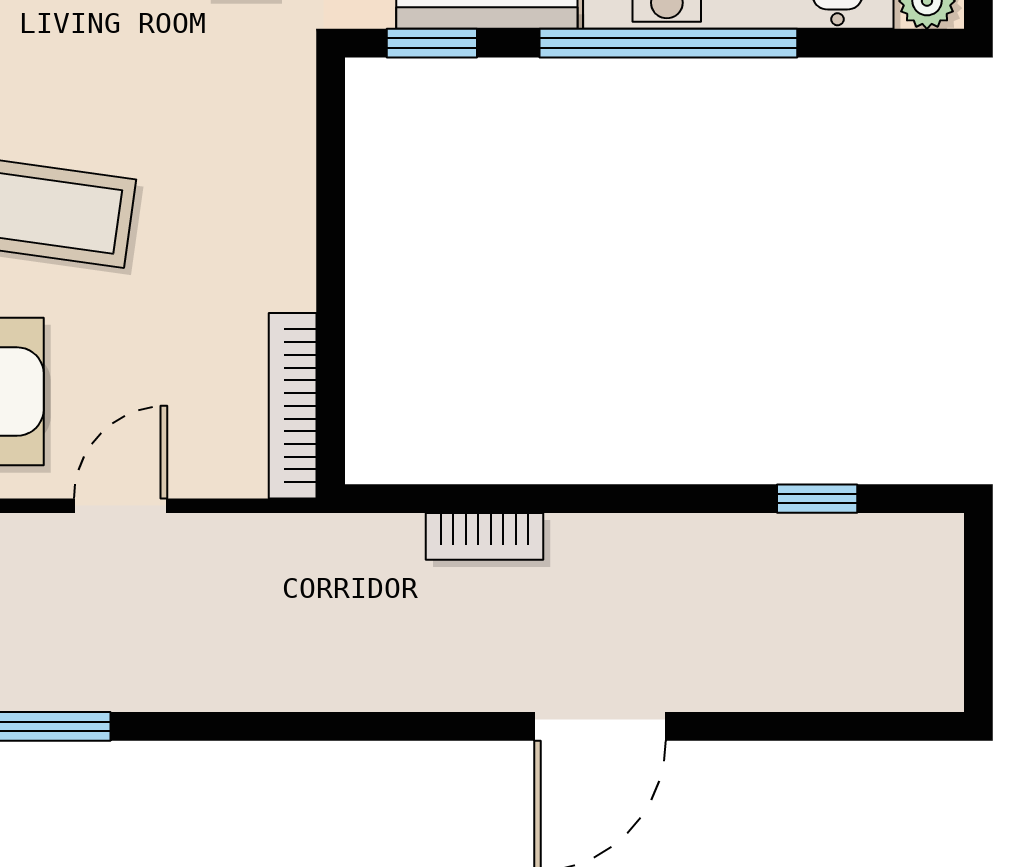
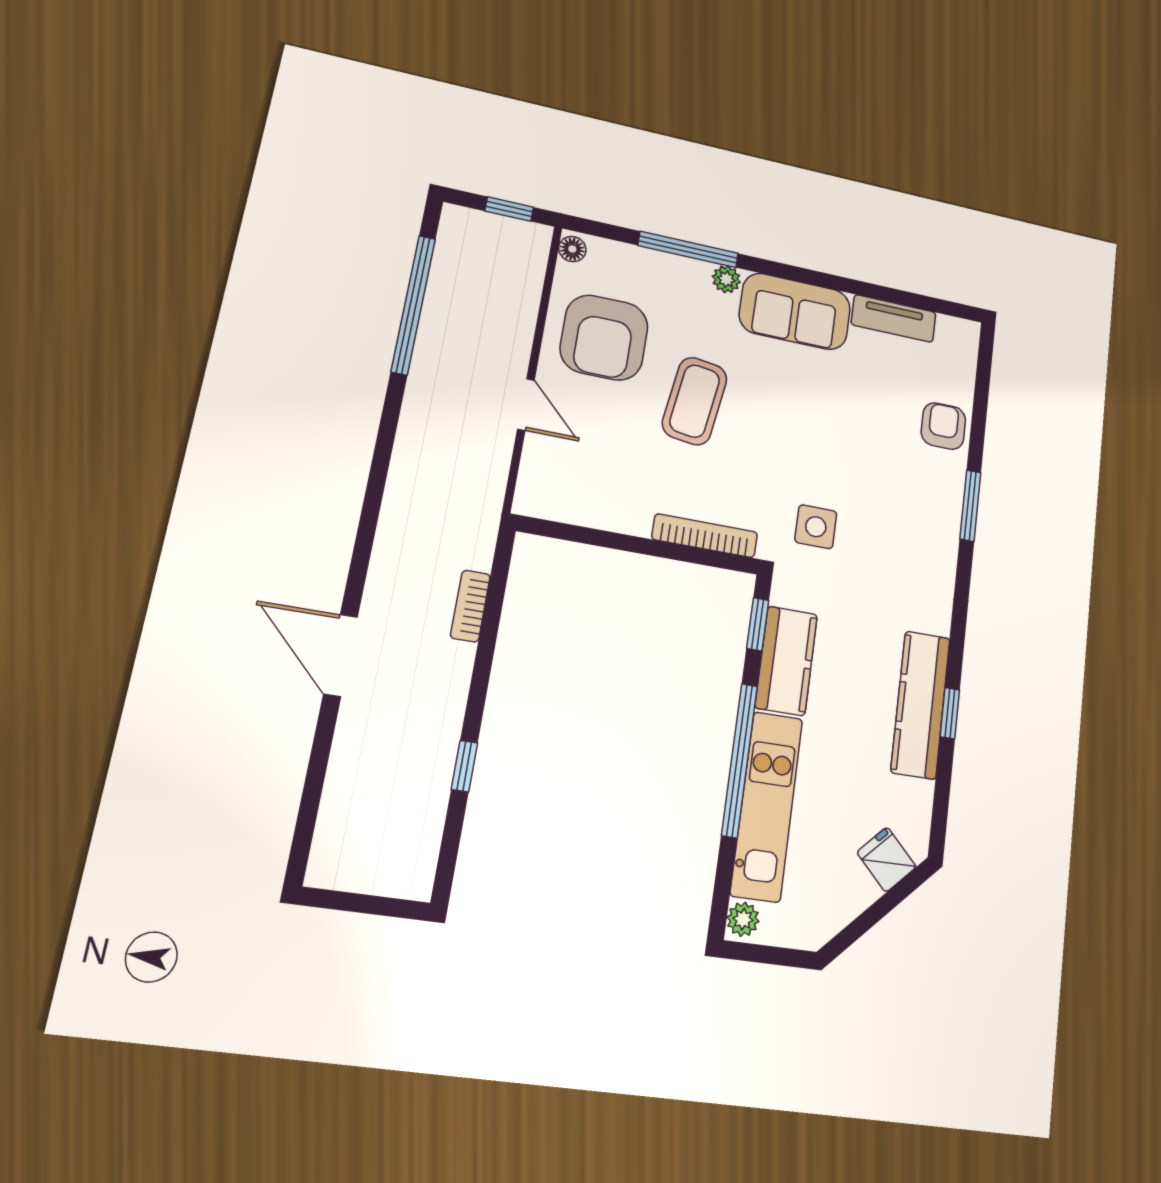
bookcase: (293, 406) -> (705, 536), moved
window: (817, 499) -> (464, 766), moved

